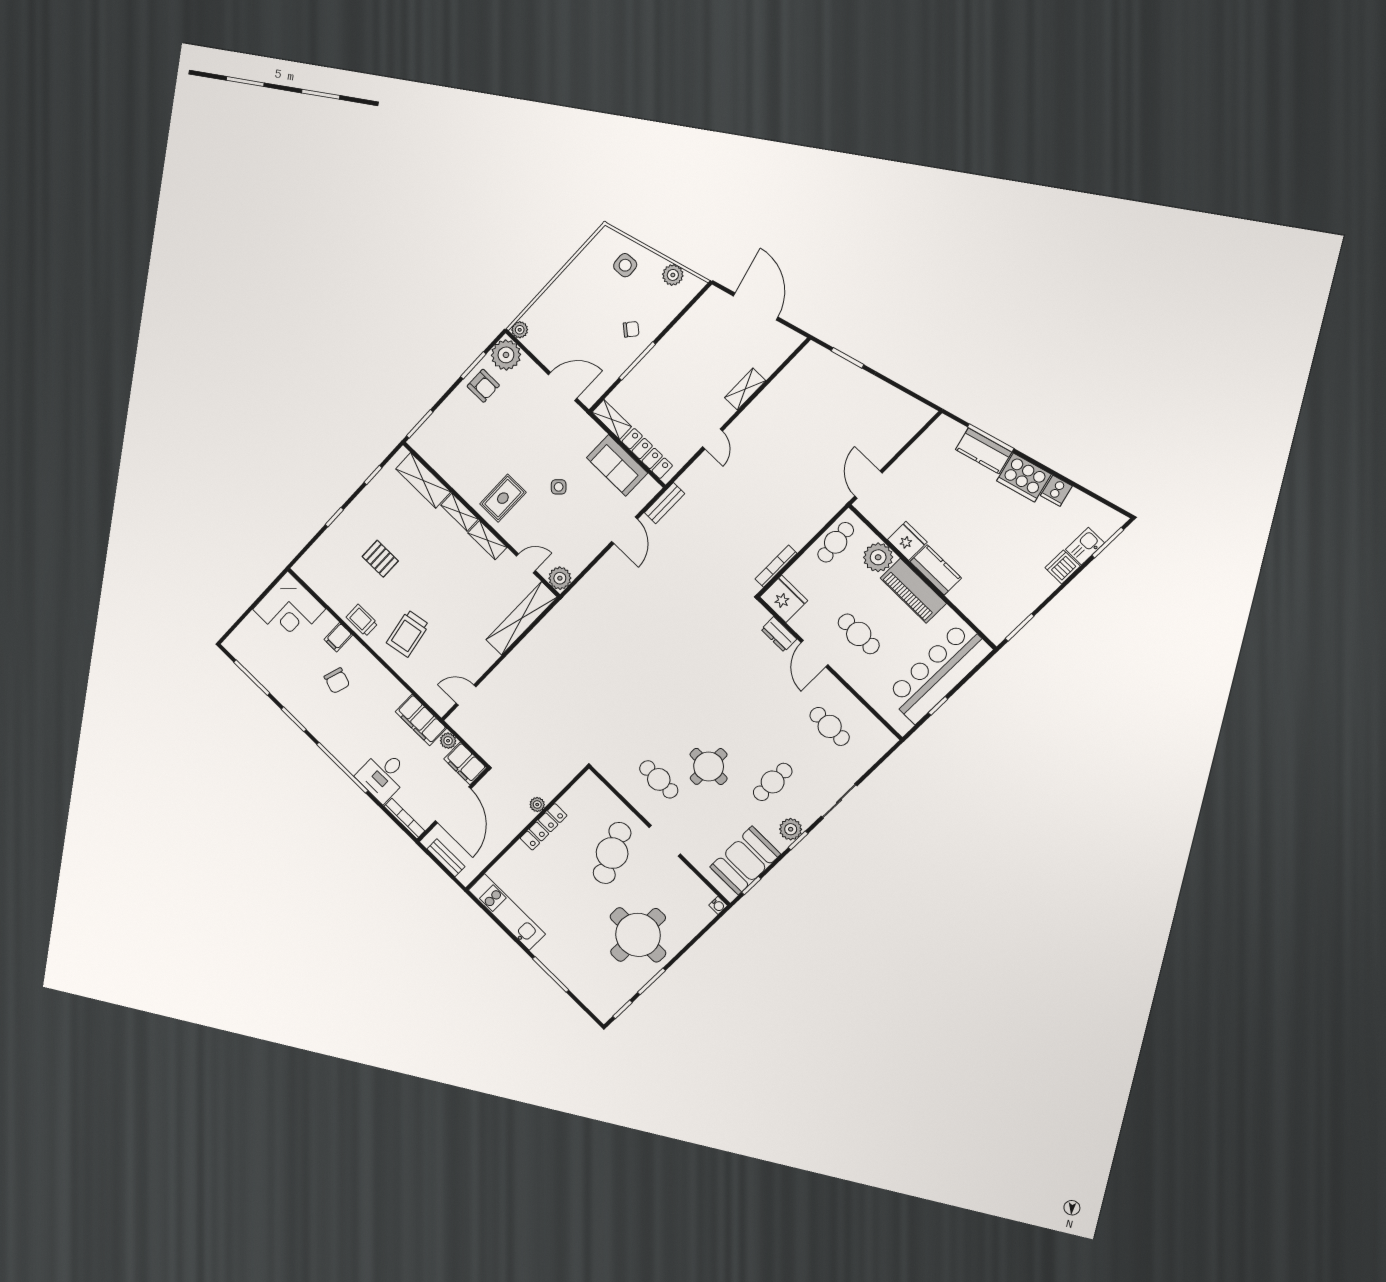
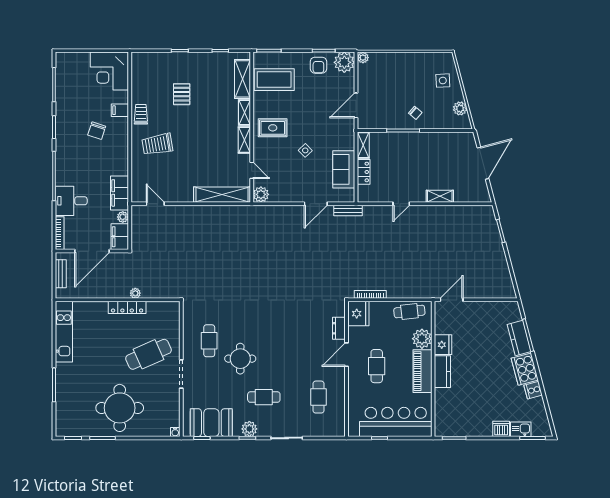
door: (563, 386) -> (356, 105), swing flipped
coffee table: (455, 448) -> (274, 80), added
locker: (647, 454) -> (364, 172), width x0.66

